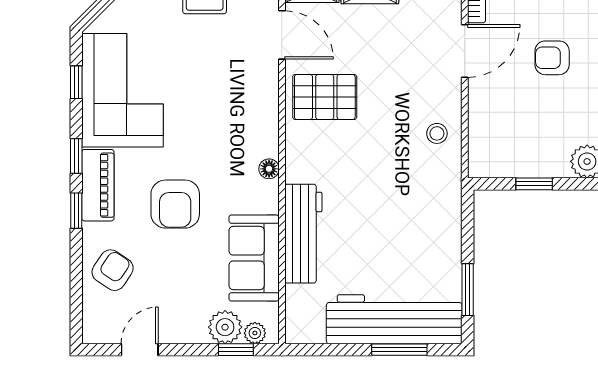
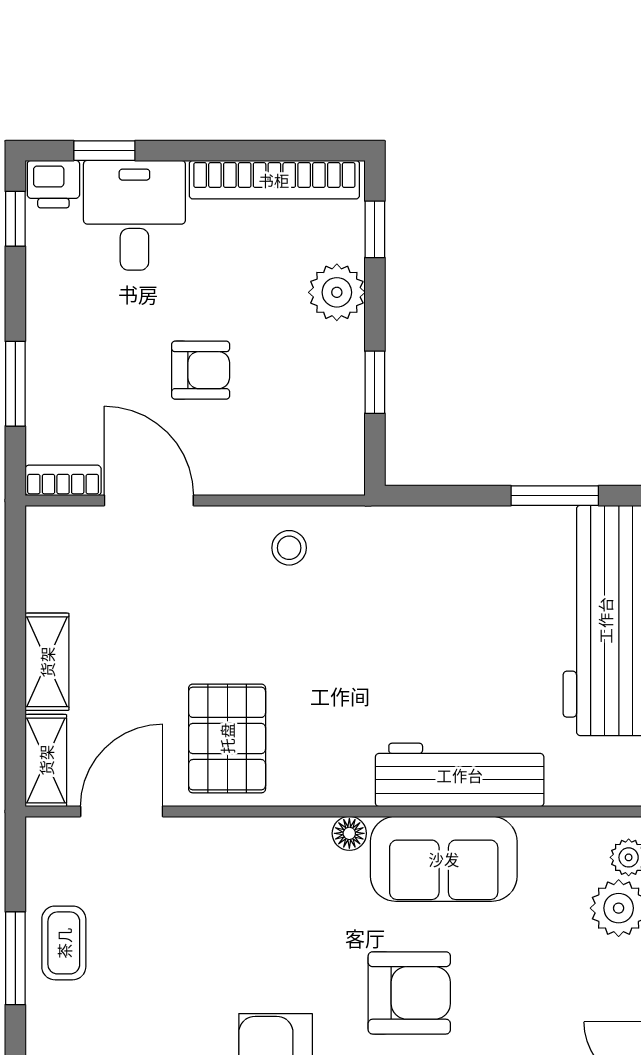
armchair: (552, 58) -> (201, 370), moved, turned -90
sofa: (254, 258) -> (444, 859), moved

